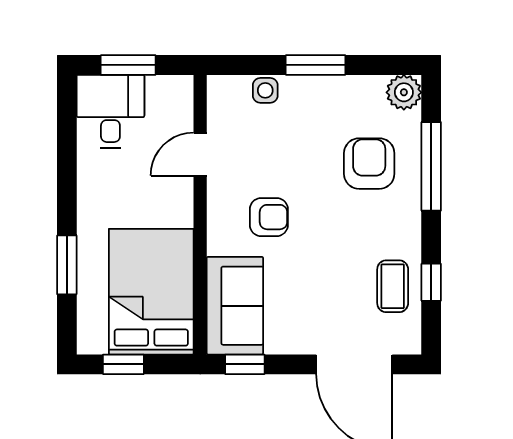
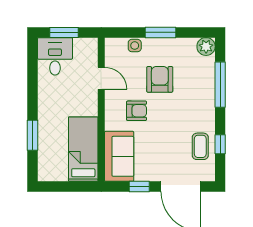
door: (200, 154) -> (101, 78), swing flipped
armchair: (369, 164) -> (160, 79), moved
bed: (151, 292) -> (83, 149), width x0.67
window: (123, 364) -> (62, 187), removed
window: (245, 364) -> (139, 187), moved

